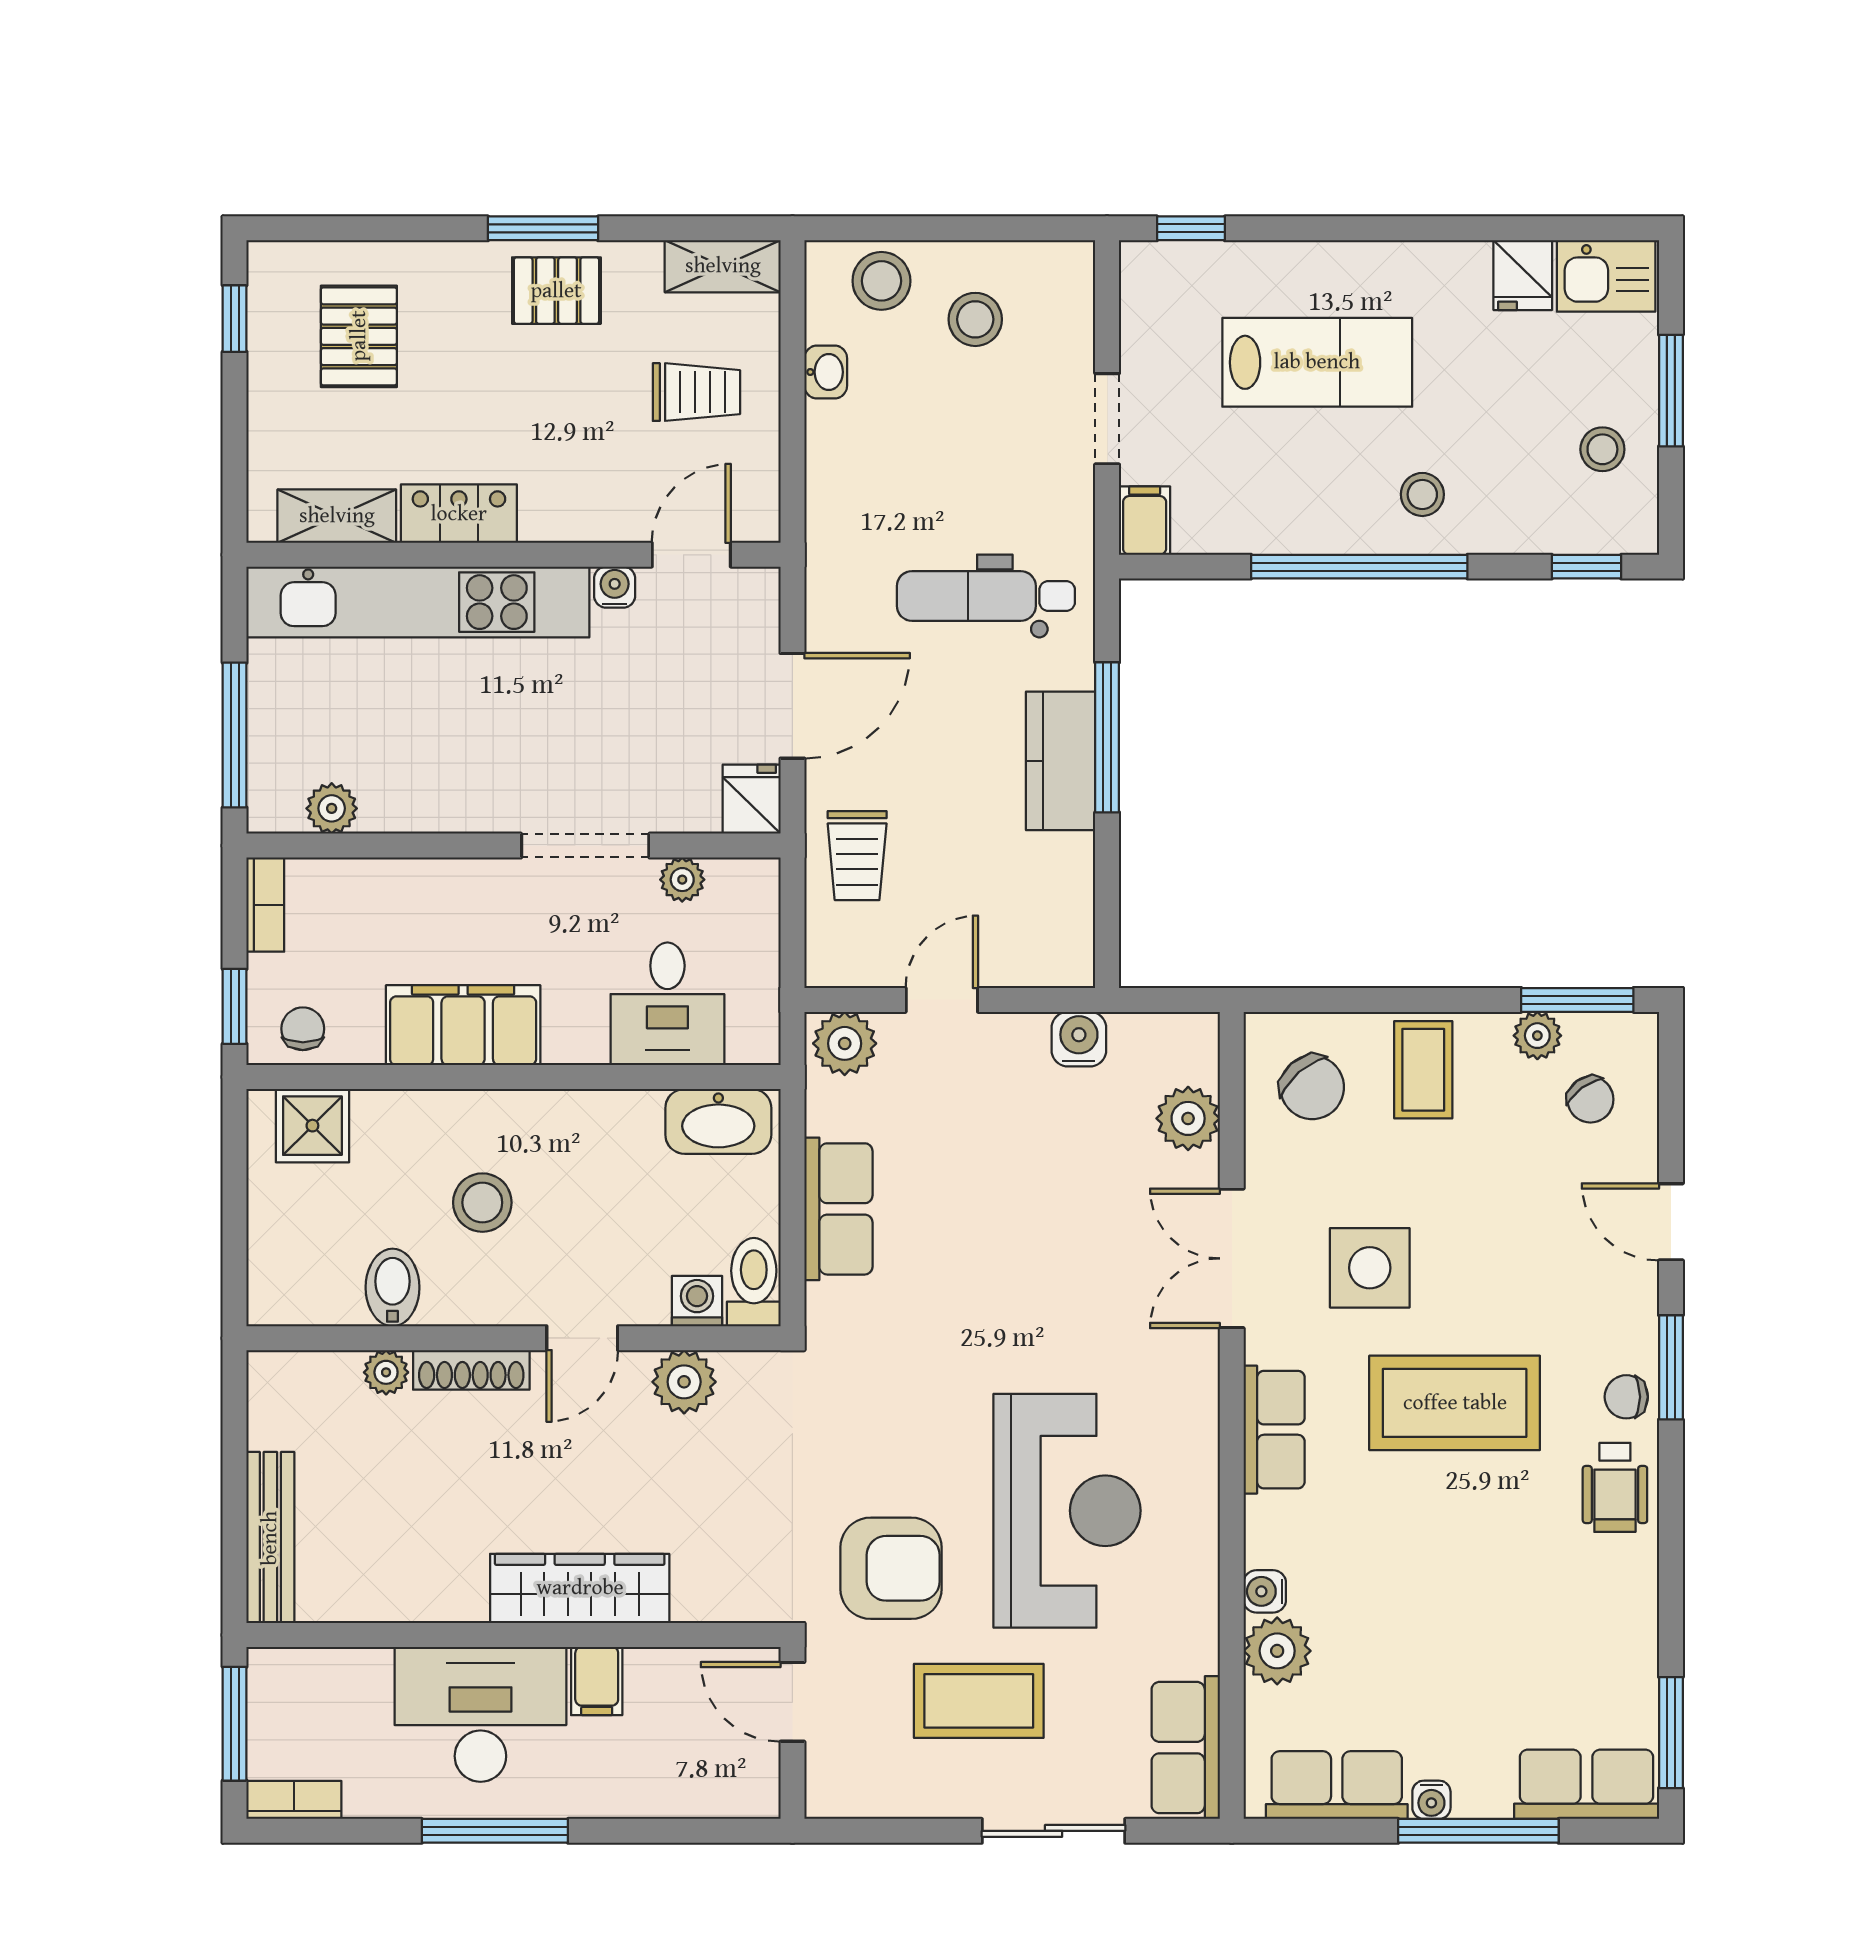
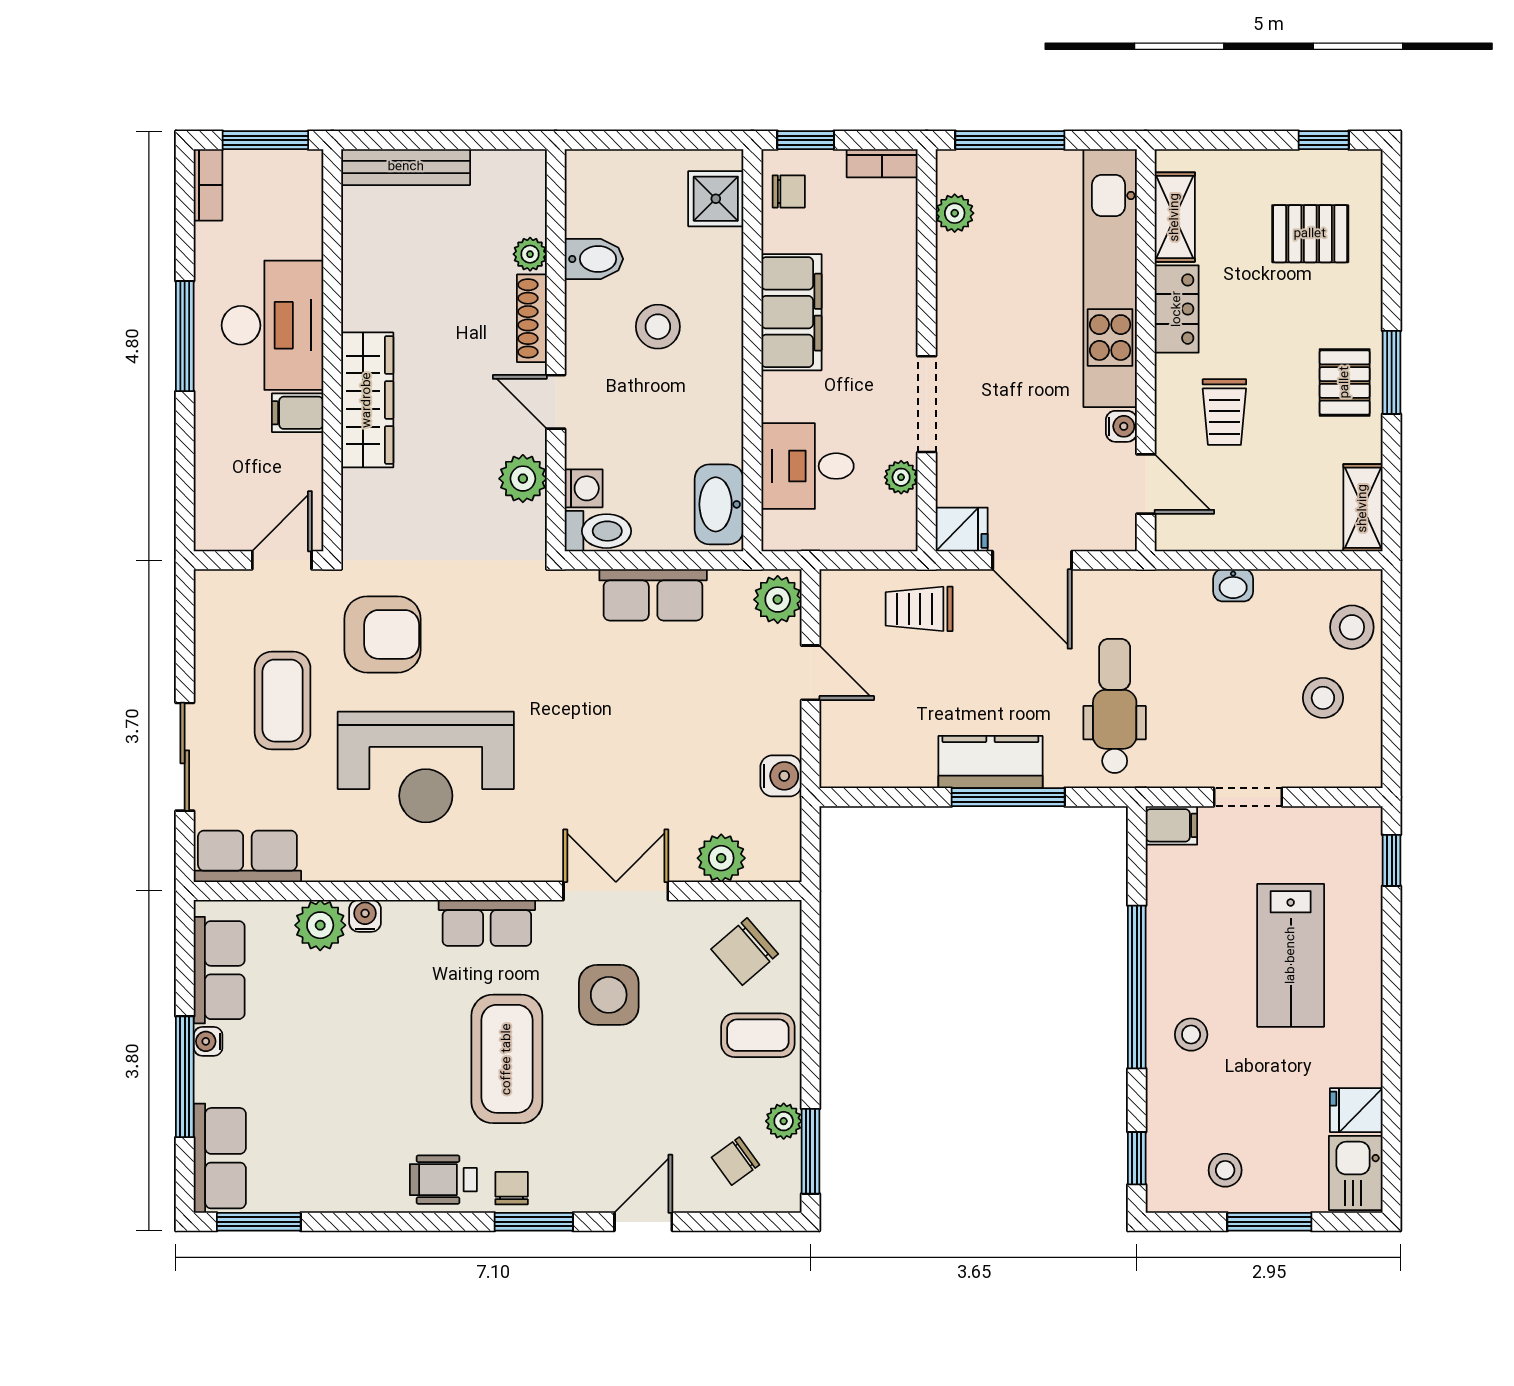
washbasin: (826, 372) -> (1233, 585), moved
trolley: (696, 392) -> (1224, 412), moved
armchair: (891, 1568) -> (382, 634), turned -90

